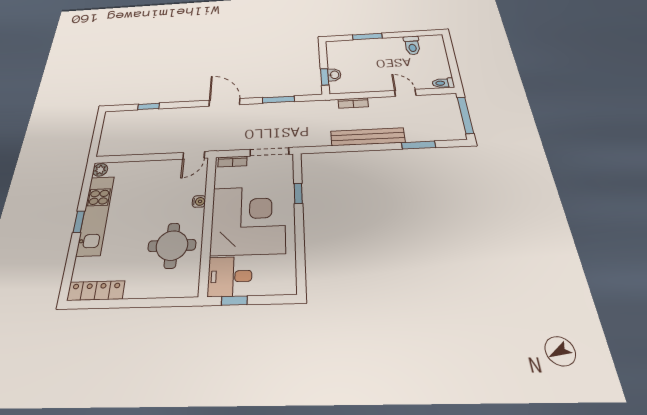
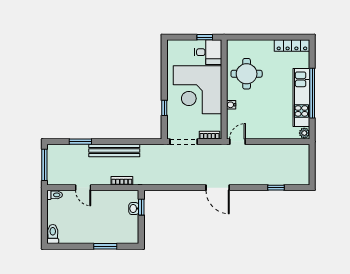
toilet: (412, 45) -> (53, 234), moved
window: (278, 100) -> (177, 188), removed
window: (79, 222) -> (312, 93), width x3.17

